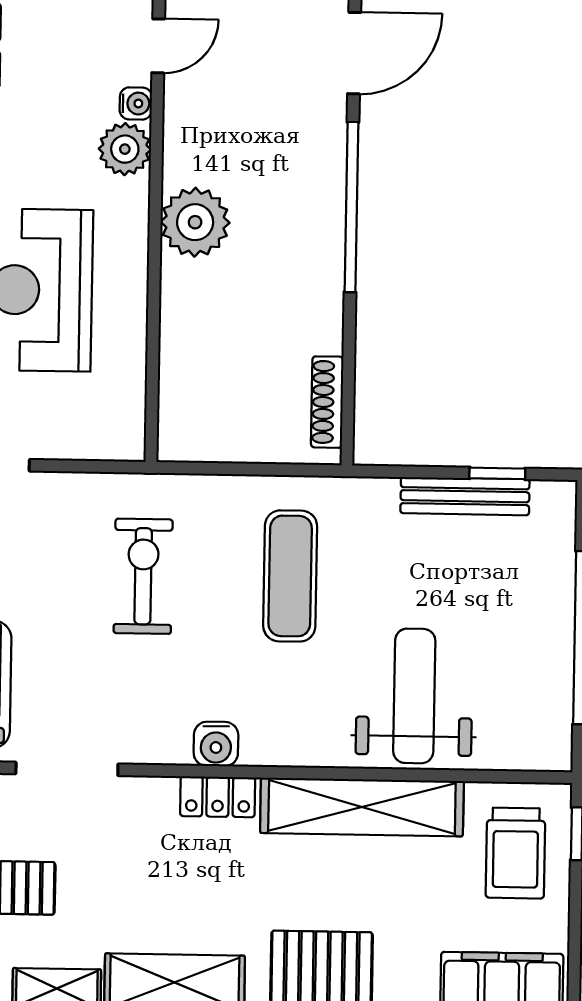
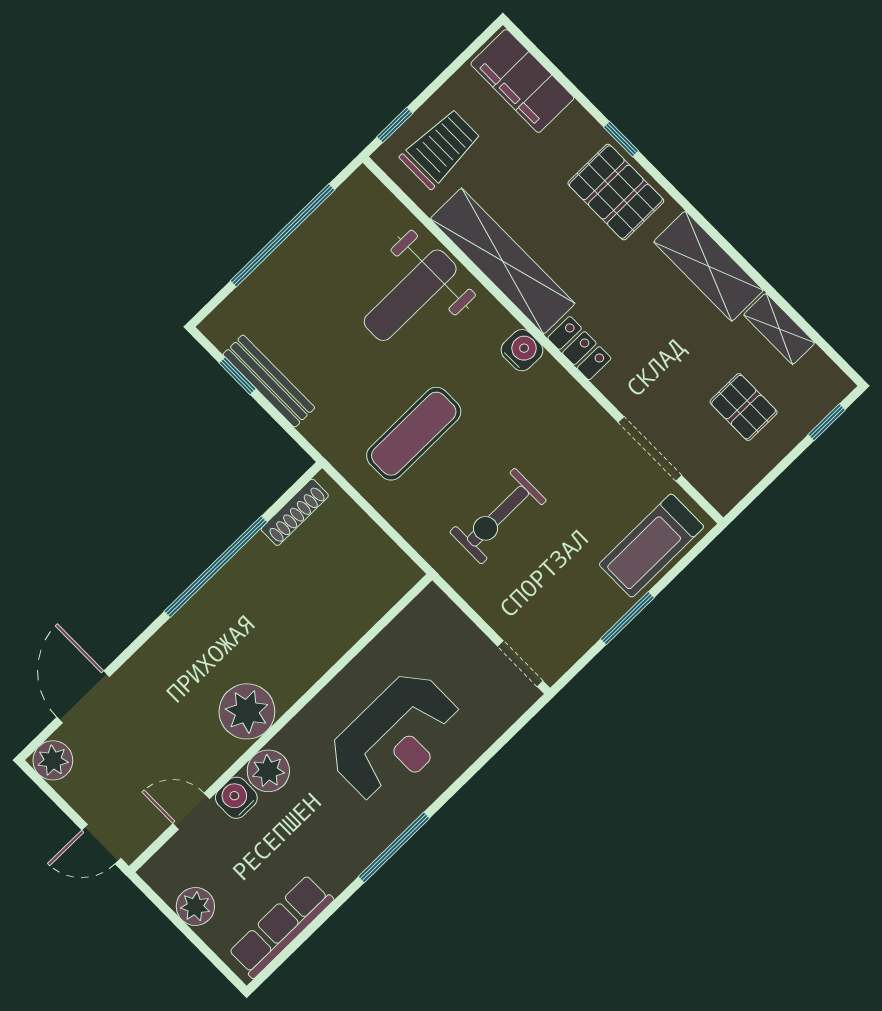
door: (354, 53) -> (83, 697), hinge flipped
water cooler: (136, 103) -> (236, 798), width x1.38, depth x1.38
window: (351, 207) -> (216, 567), moved
plant: (195, 222) -> (247, 711), moved
water cooler: (216, 744) -> (522, 350), moved

